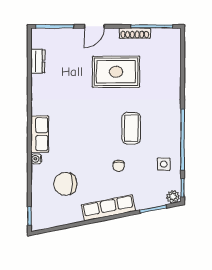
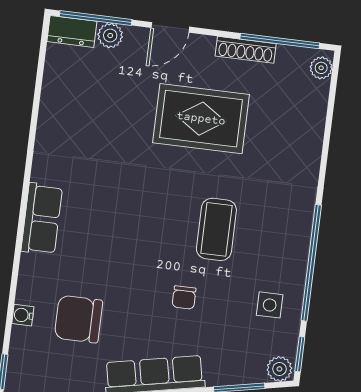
plant: (63, 34) -> (110, 36), added
plant: (175, 38) -> (321, 68), added
dresser: (38, 61) -> (72, 31), moved, turned 90
water cooler: (36, 159) -> (23, 315), moved

